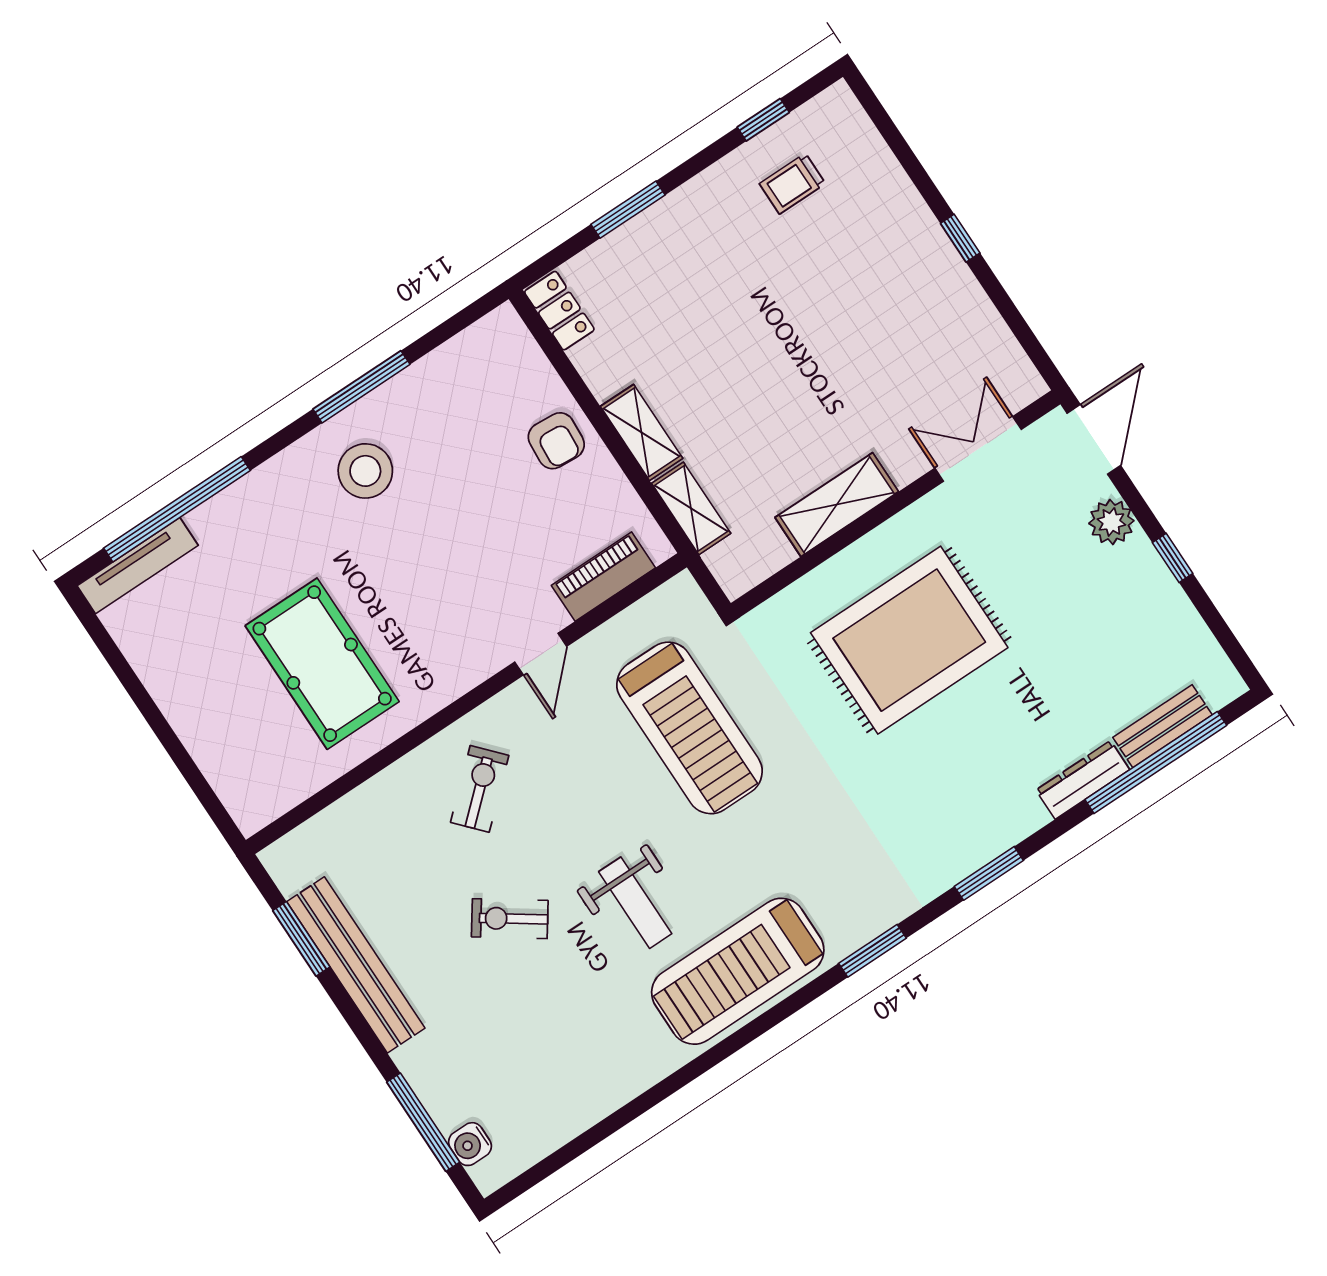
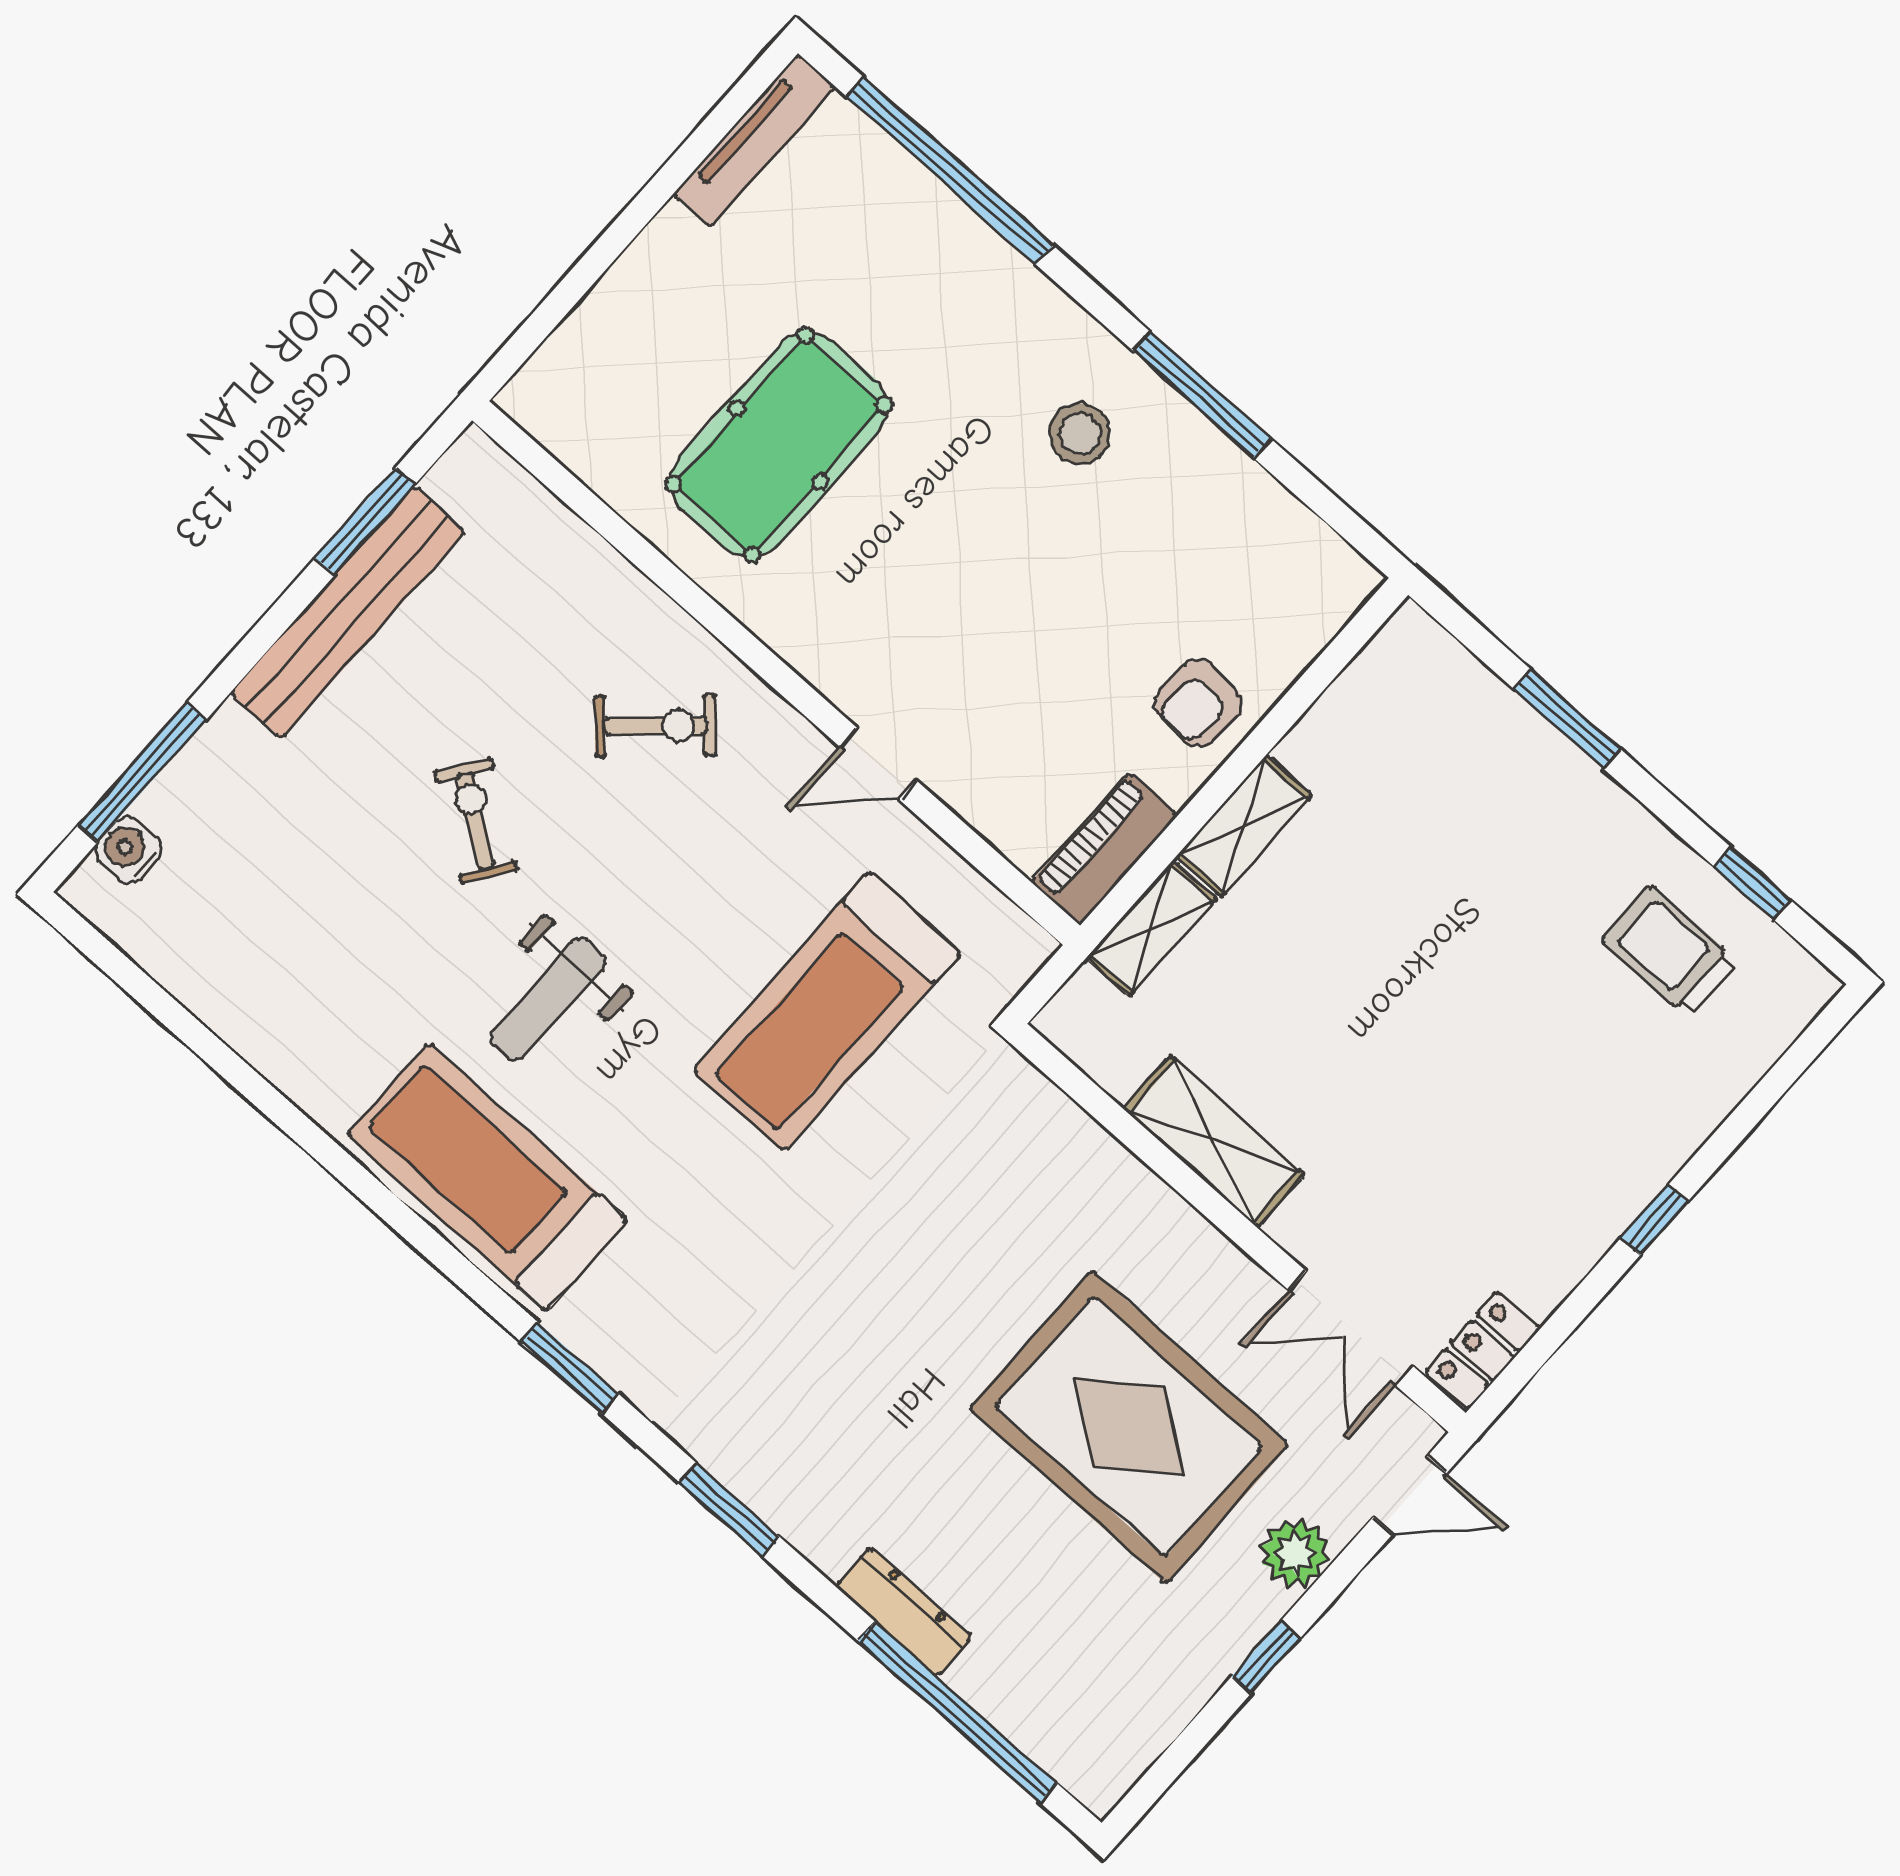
trolley: (792, 184) -> (1670, 951), width x1.36, depth x1.39
locker: (559, 311) -> (1482, 1350), moved, turned 180
door: (1094, 439) -> (1410, 1495), width x0.73
double door: (978, 449) -> (1351, 1328), swing flipped
stool: (365, 471) -> (1080, 434), width x0.73, depth x0.73
tv unit: (138, 566) -> (754, 141), moved, turned -90
piano: (603, 577) -> (1104, 849), moved, turned -90
rug: (909, 640) -> (1129, 1427), moved
bench: (1162, 726) -> (1014, 1708), removed

